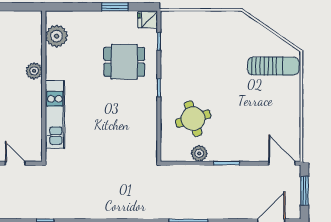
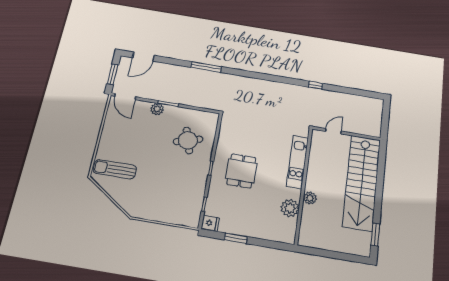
plant: (57, 36) -> (290, 208), moved
dining table: (124, 62) -> (241, 171), moved, turned 90
plant: (199, 153) -> (157, 109), moved
door: (15, 163) -> (333, 131), swing flipped

